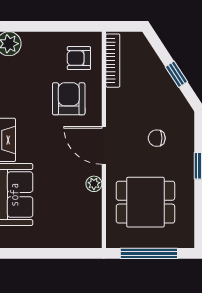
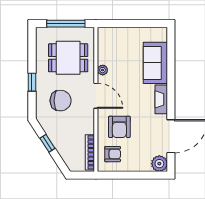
chair: (157, 138) -> (61, 101), width x1.87, depth x1.87

